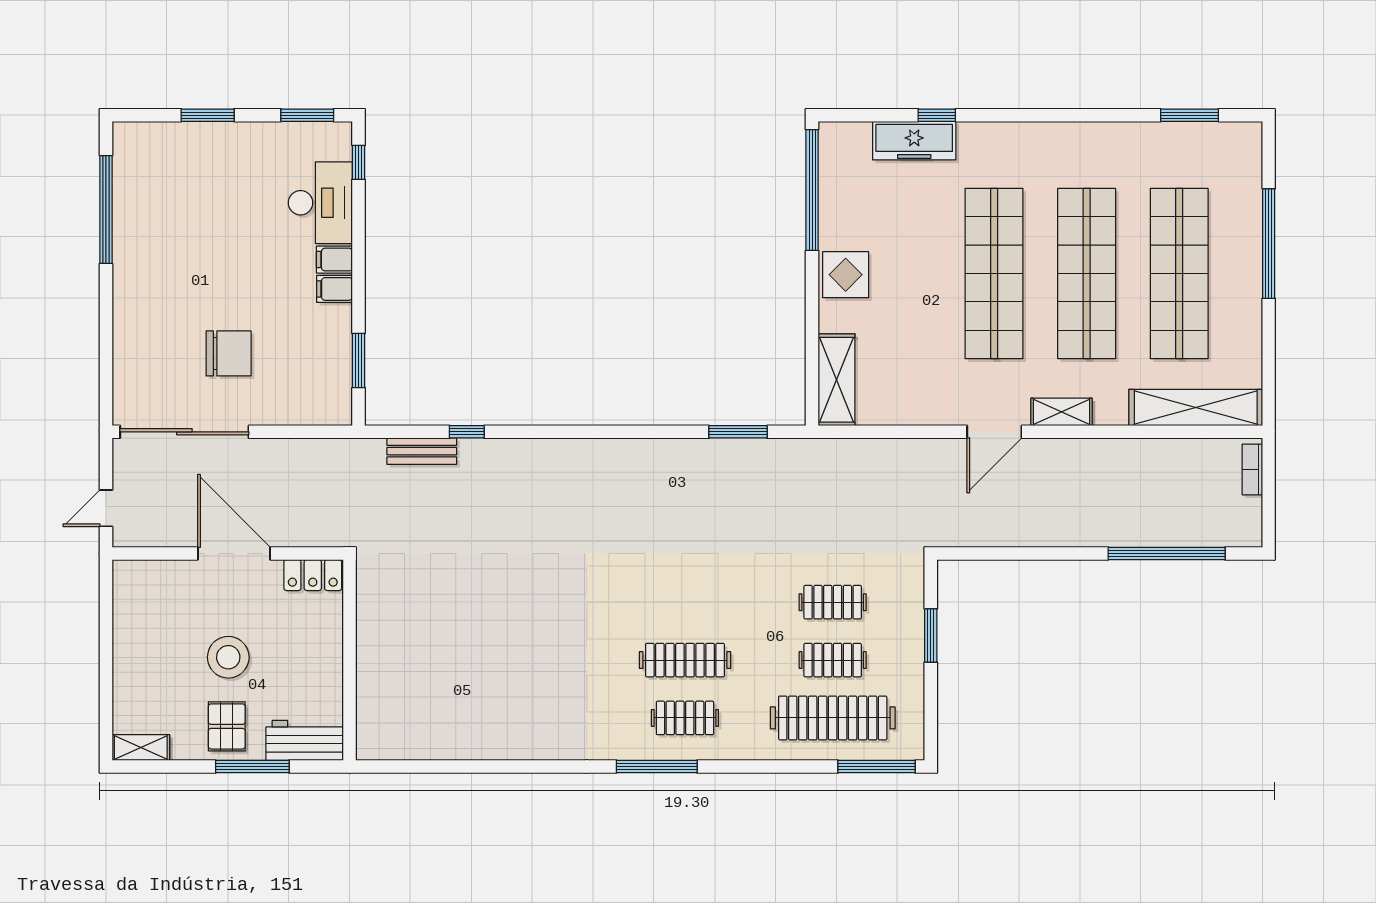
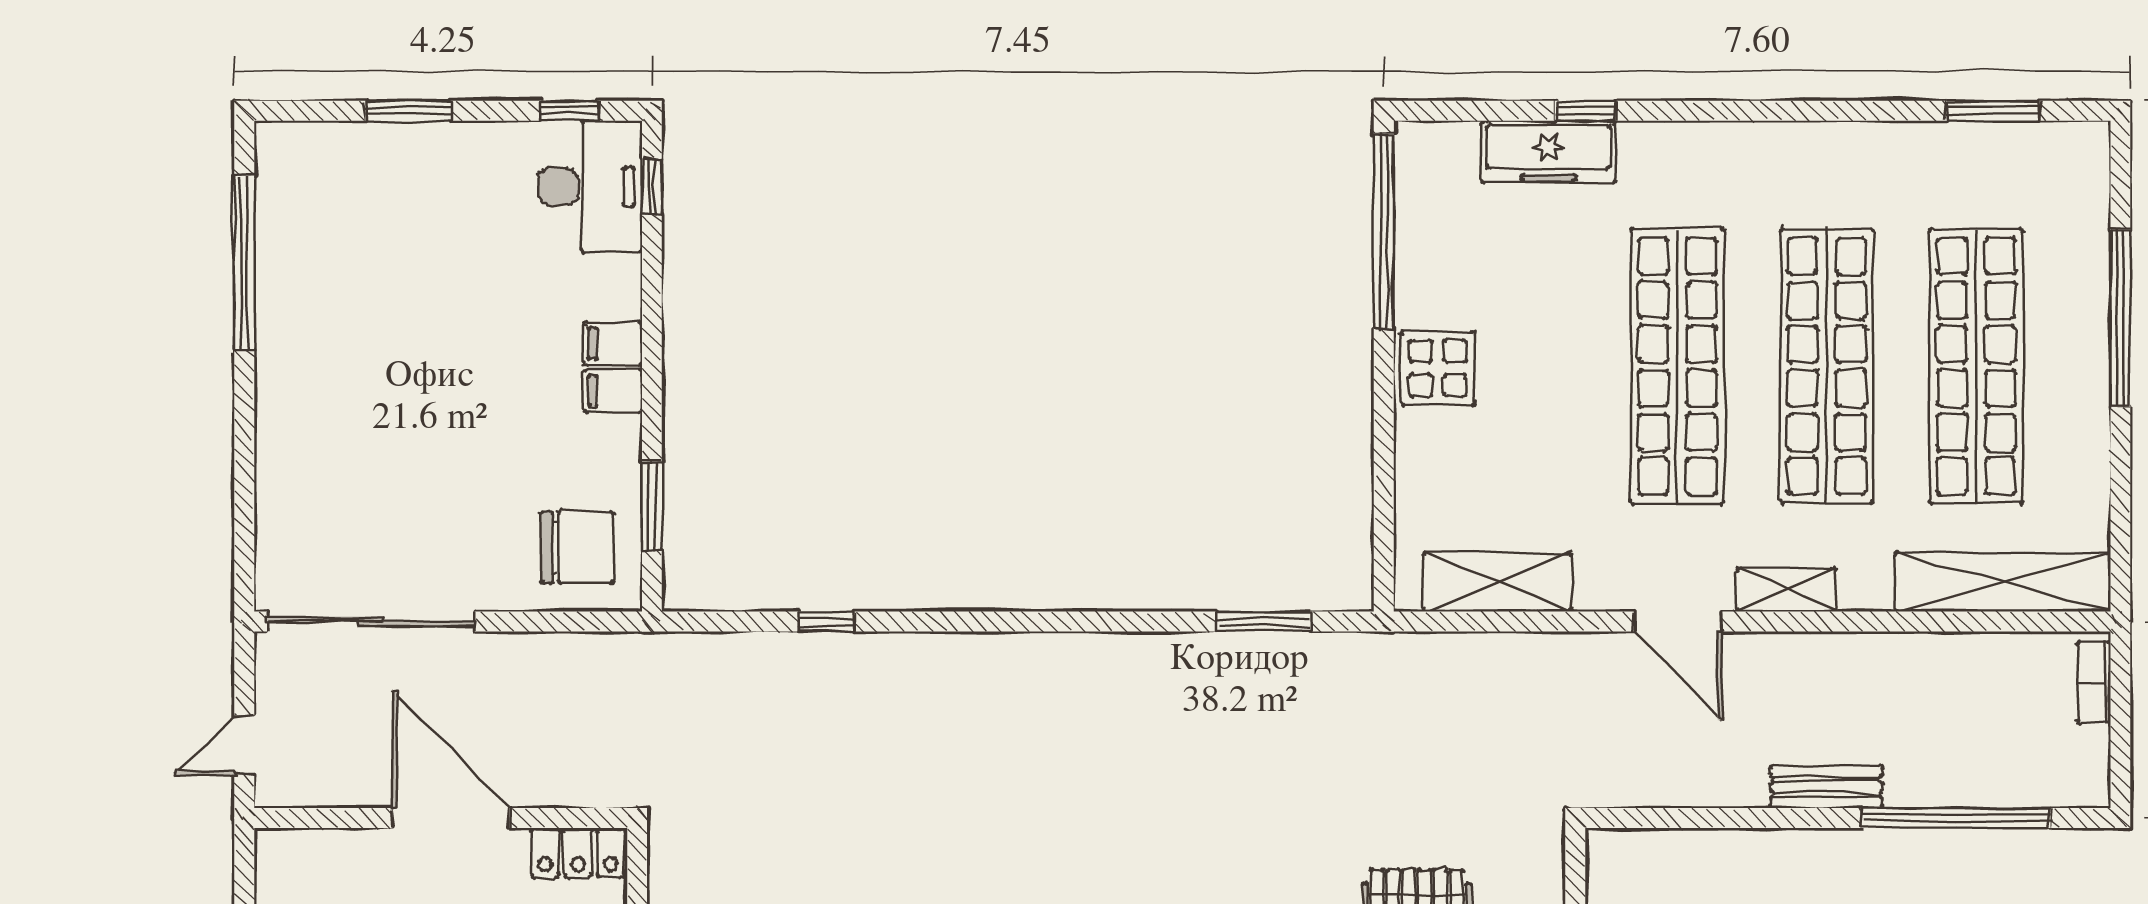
window: (307, 115) -> (569, 111), width x0.67
desk: (320, 203) -> (590, 186), moved
chair: (229, 353) -> (577, 547), moved
shelving: (837, 380) -> (1497, 582), moved, turned 90
door: (994, 432) -> (1678, 622), hinge flipped
bench: (422, 451) -> (1826, 787), moved

